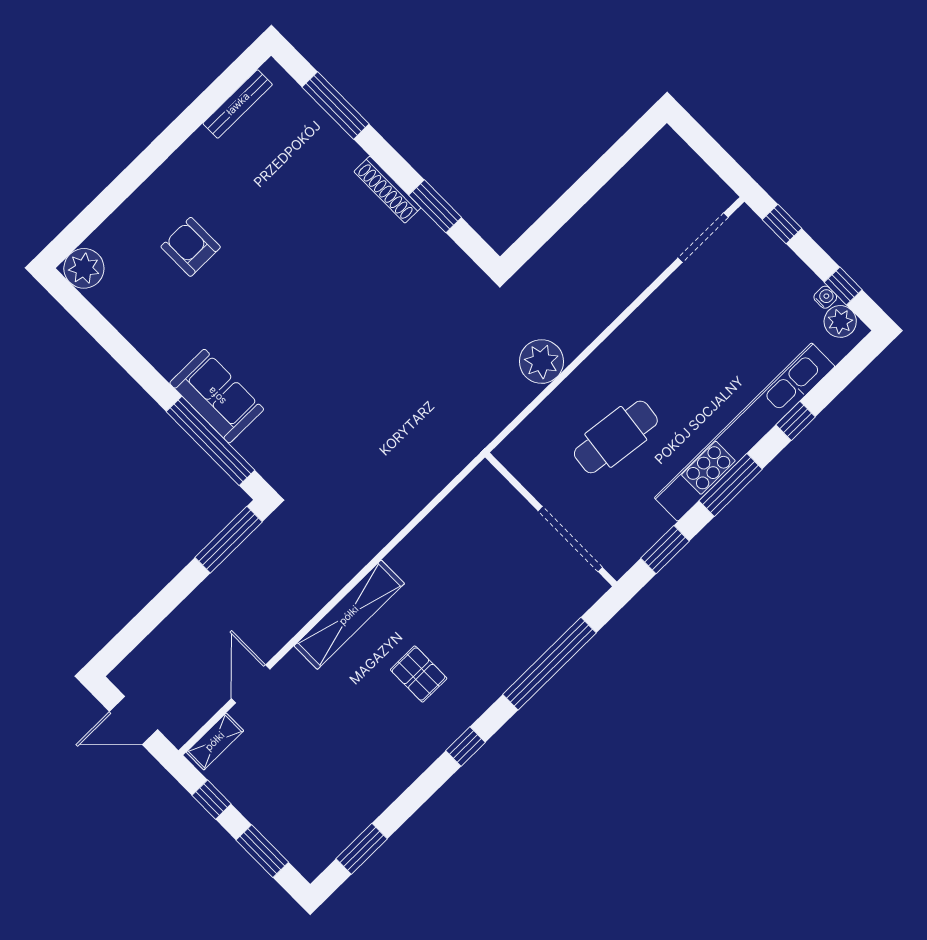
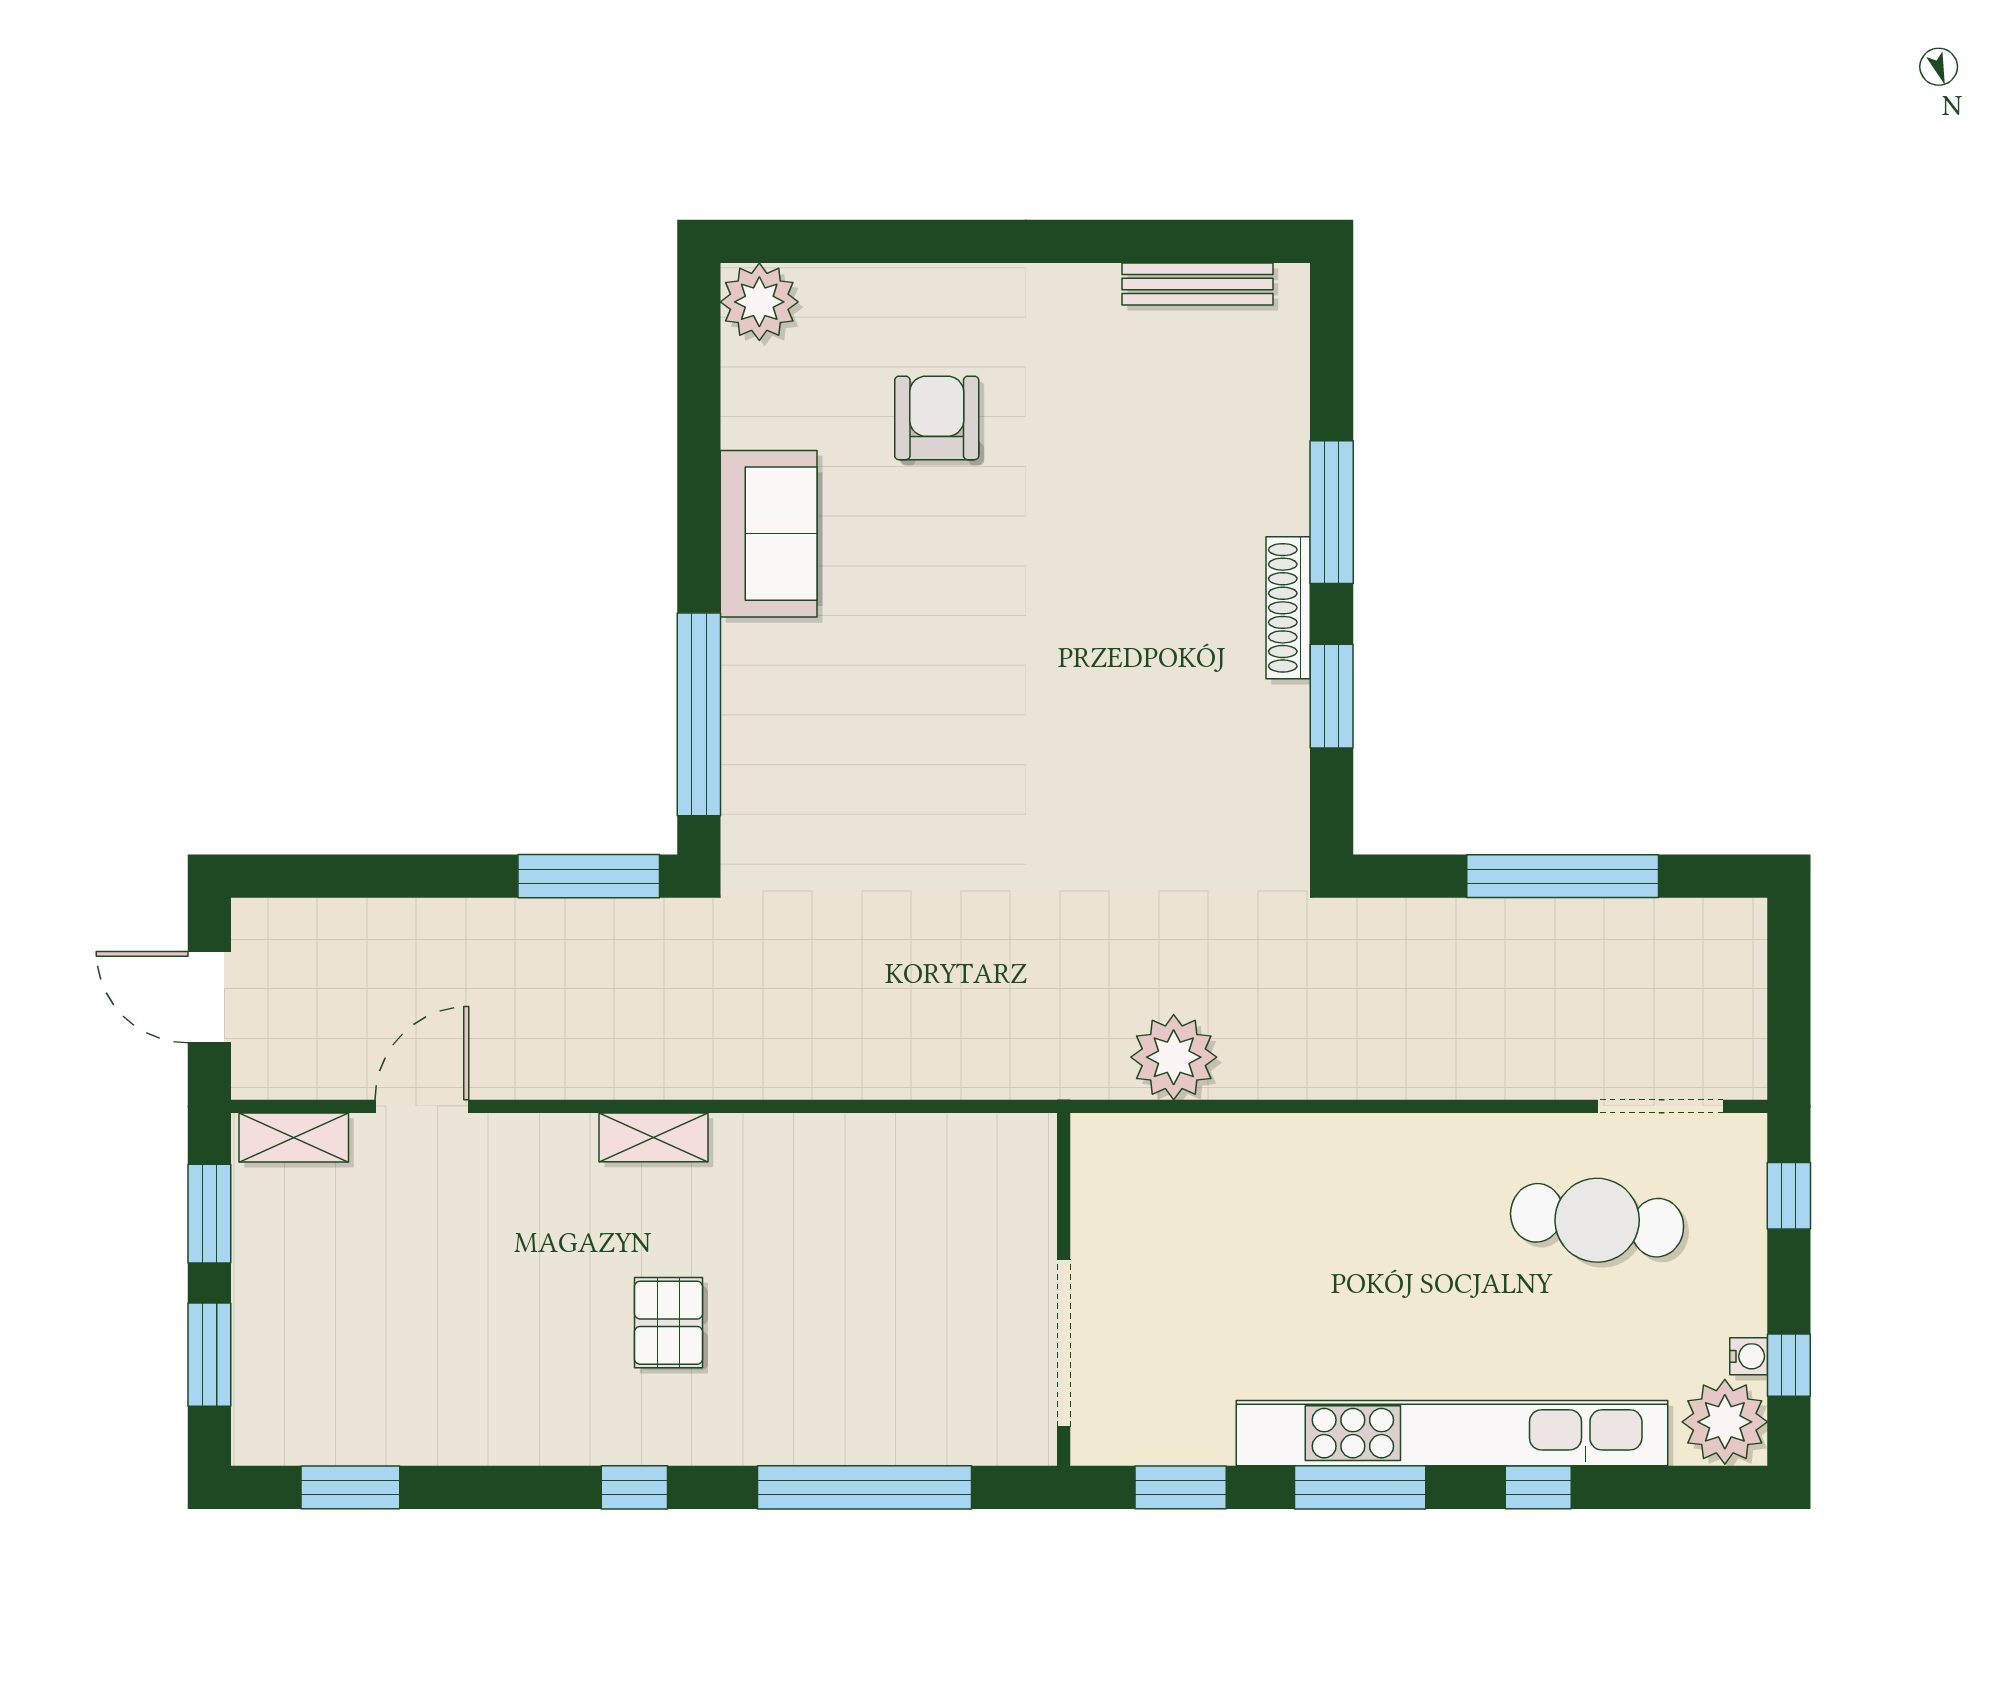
window: (336, 105) -> (1332, 512), moved
window: (584, 189) -> (1563, 876), added
plant: (840, 321) -> (1725, 1422), width x1.36, depth x1.36
plant: (541, 362) -> (1174, 1057), moved
sofa: (217, 396) -> (769, 534), moved
cafe table: (616, 437) -> (1597, 1220), moved
shelving: (349, 615) -> (654, 1137), width x0.45, depth x0.75
window: (212, 800) -> (209, 1214), width x1.50

